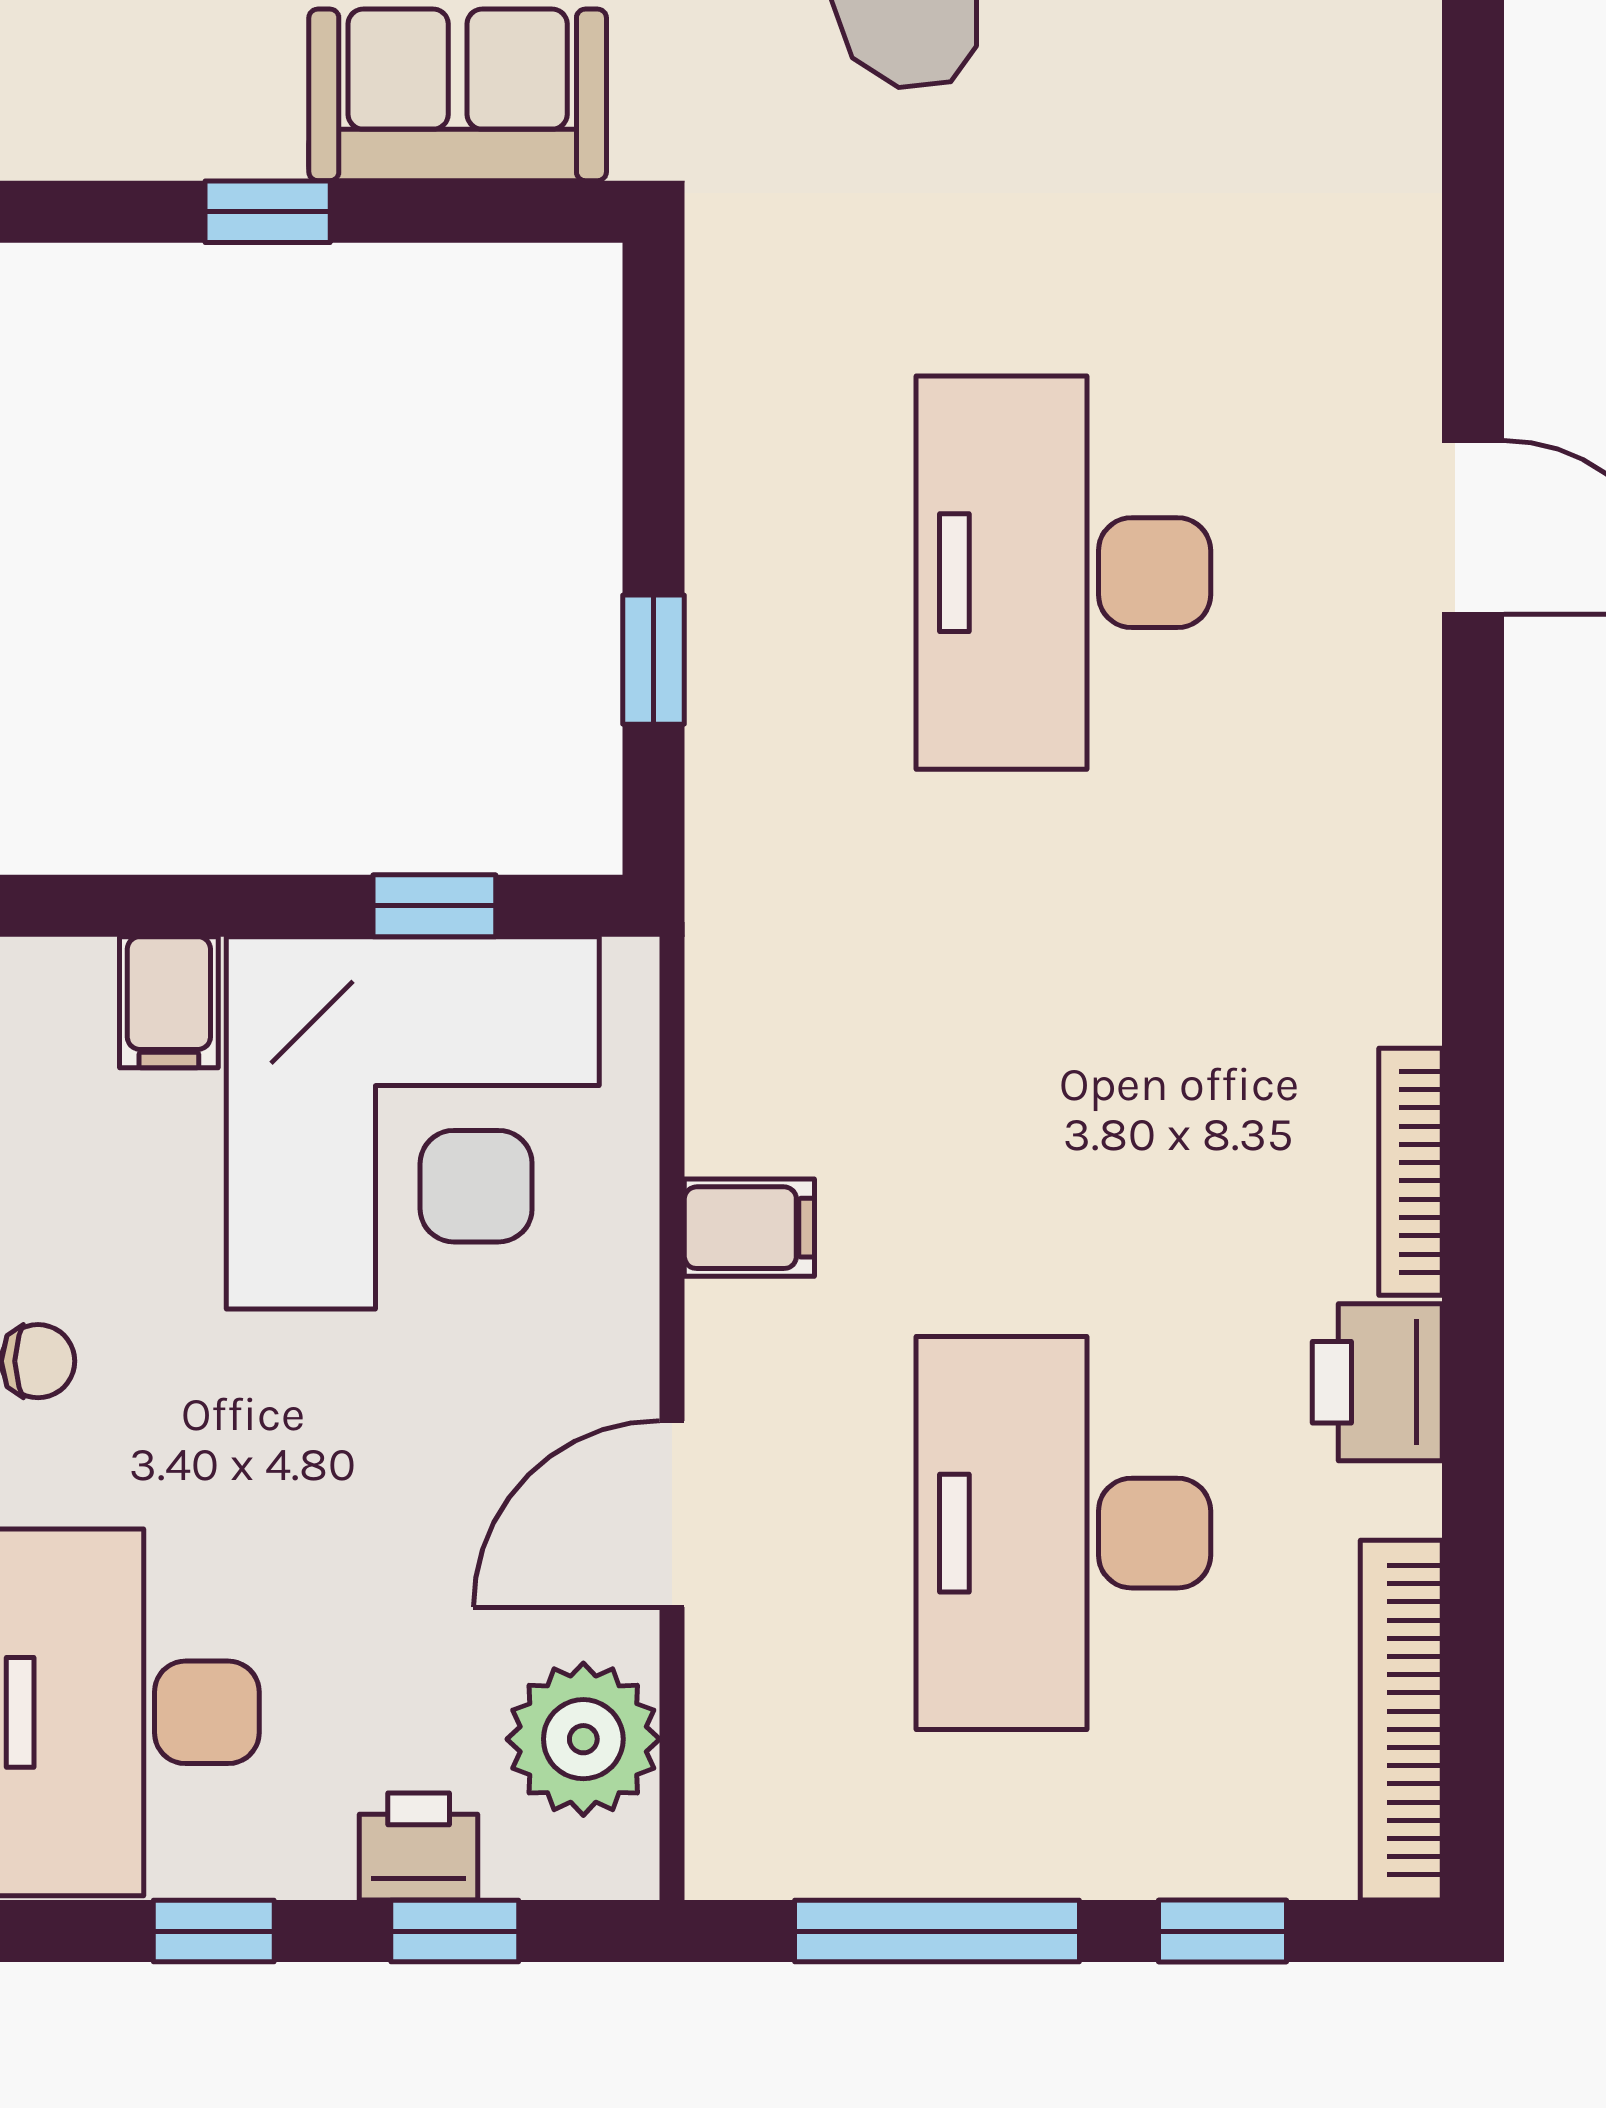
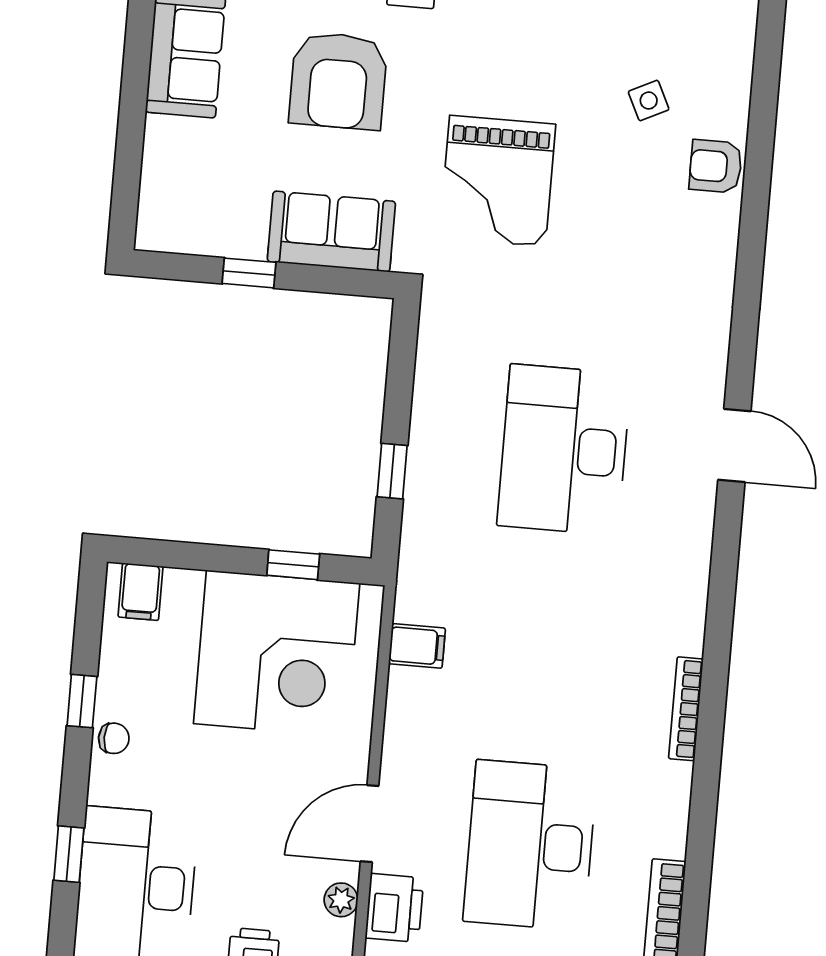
filing cabinet: (169, 1002) -> (140, 592), moved
filing cabinet: (749, 1228) -> (417, 646), moved
printer: (1377, 1382) -> (394, 908), moved, turned 180
plant: (583, 1739) -> (341, 900), width x0.53, depth x0.53

